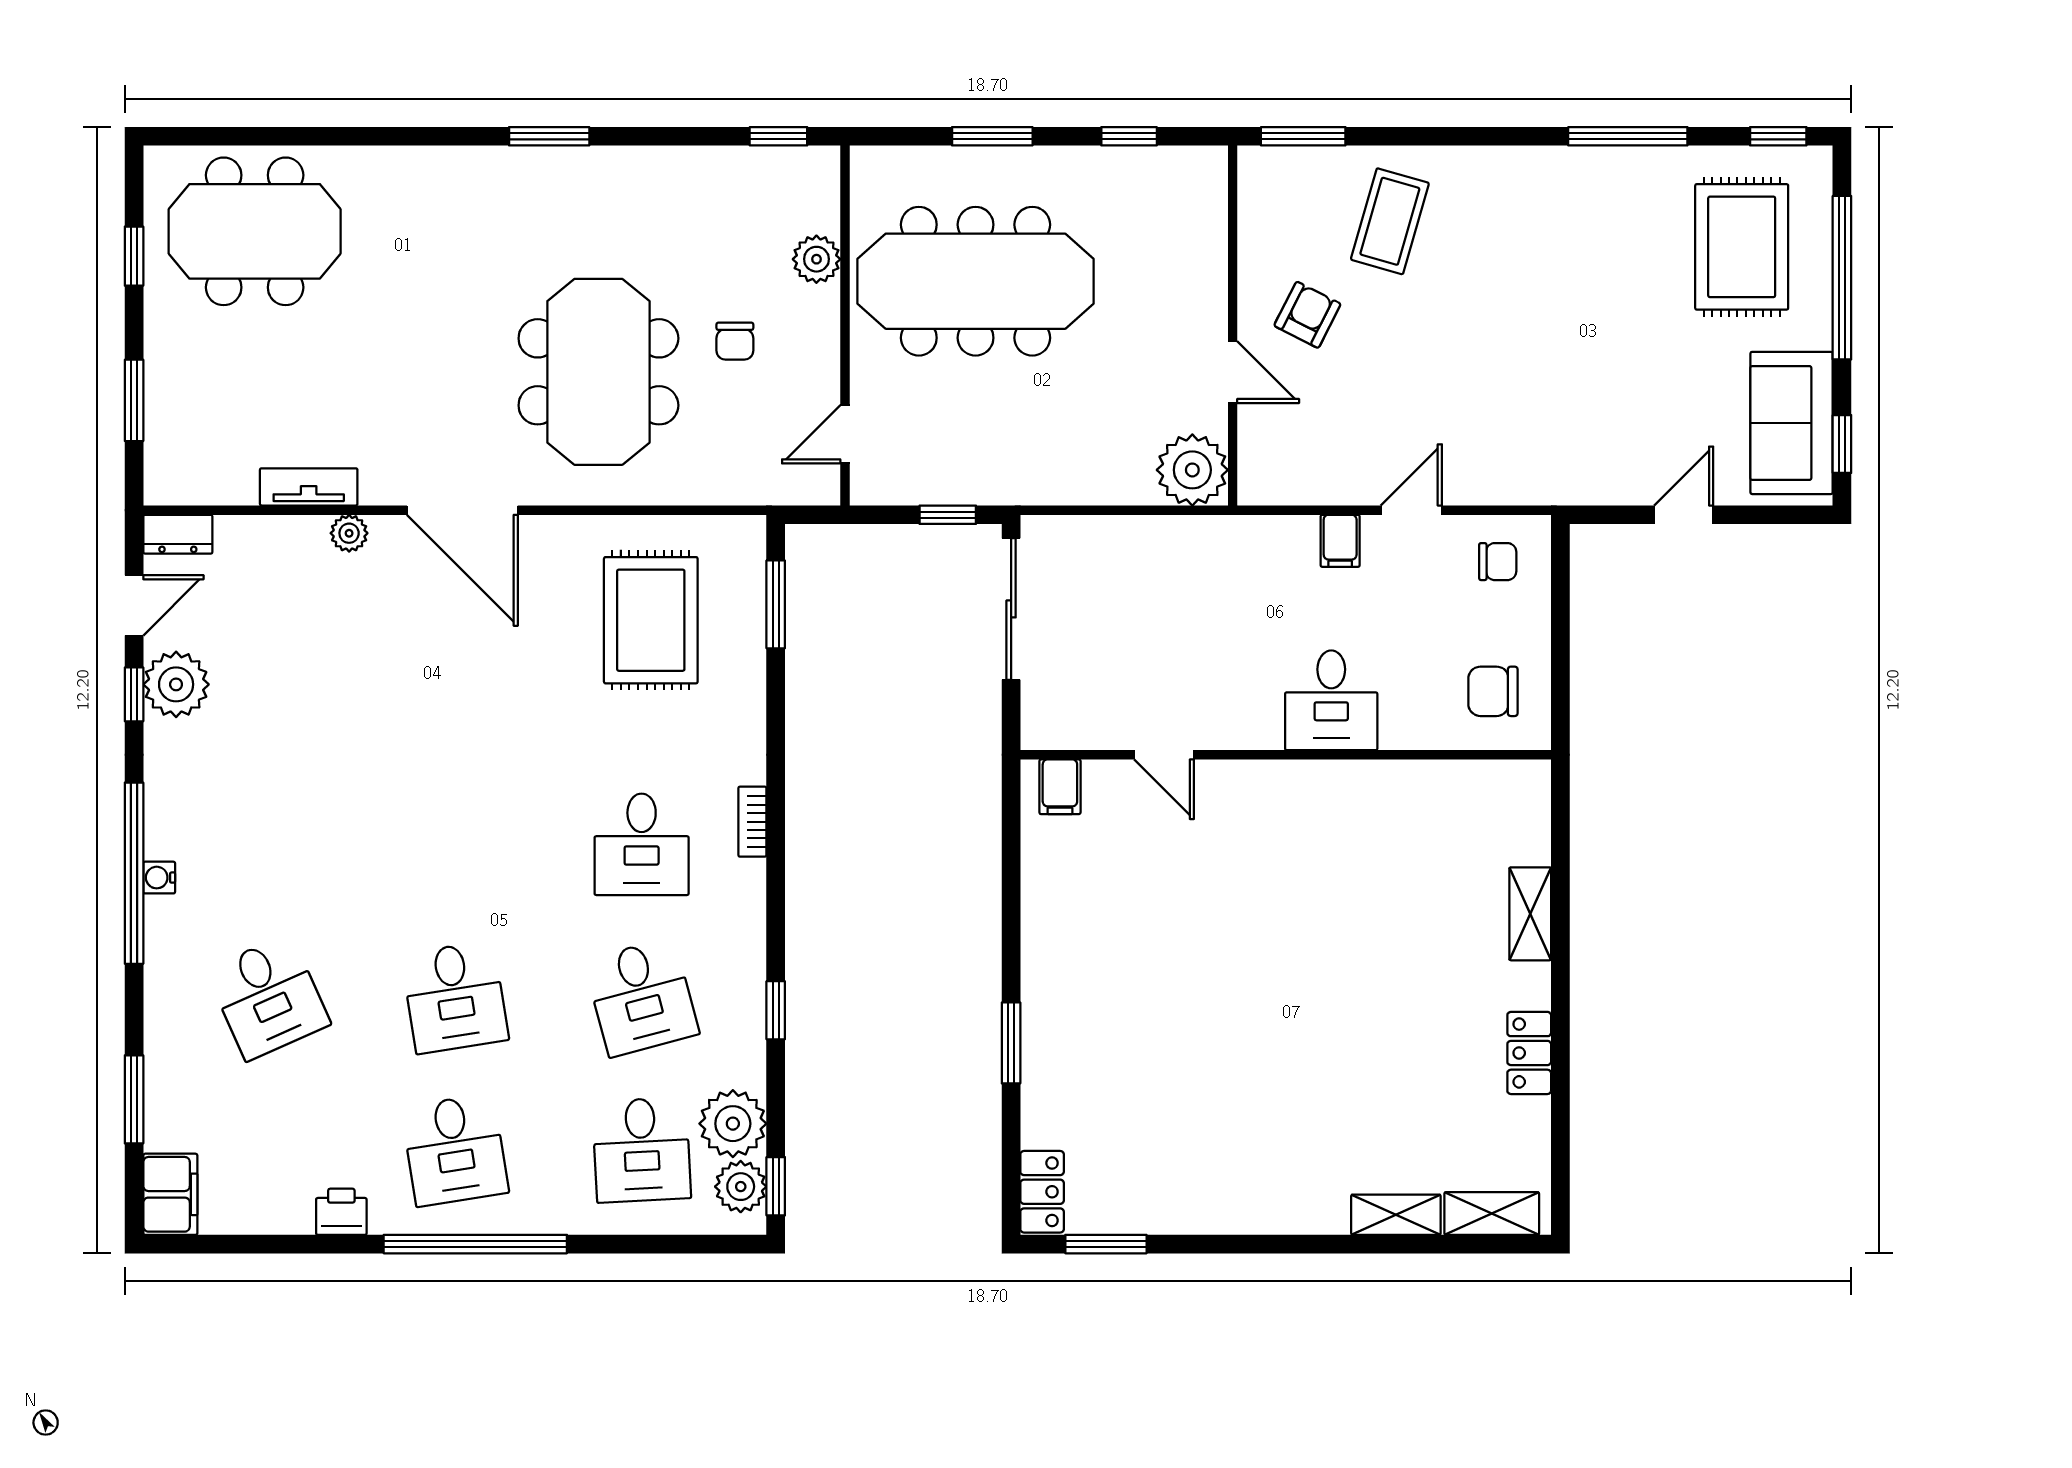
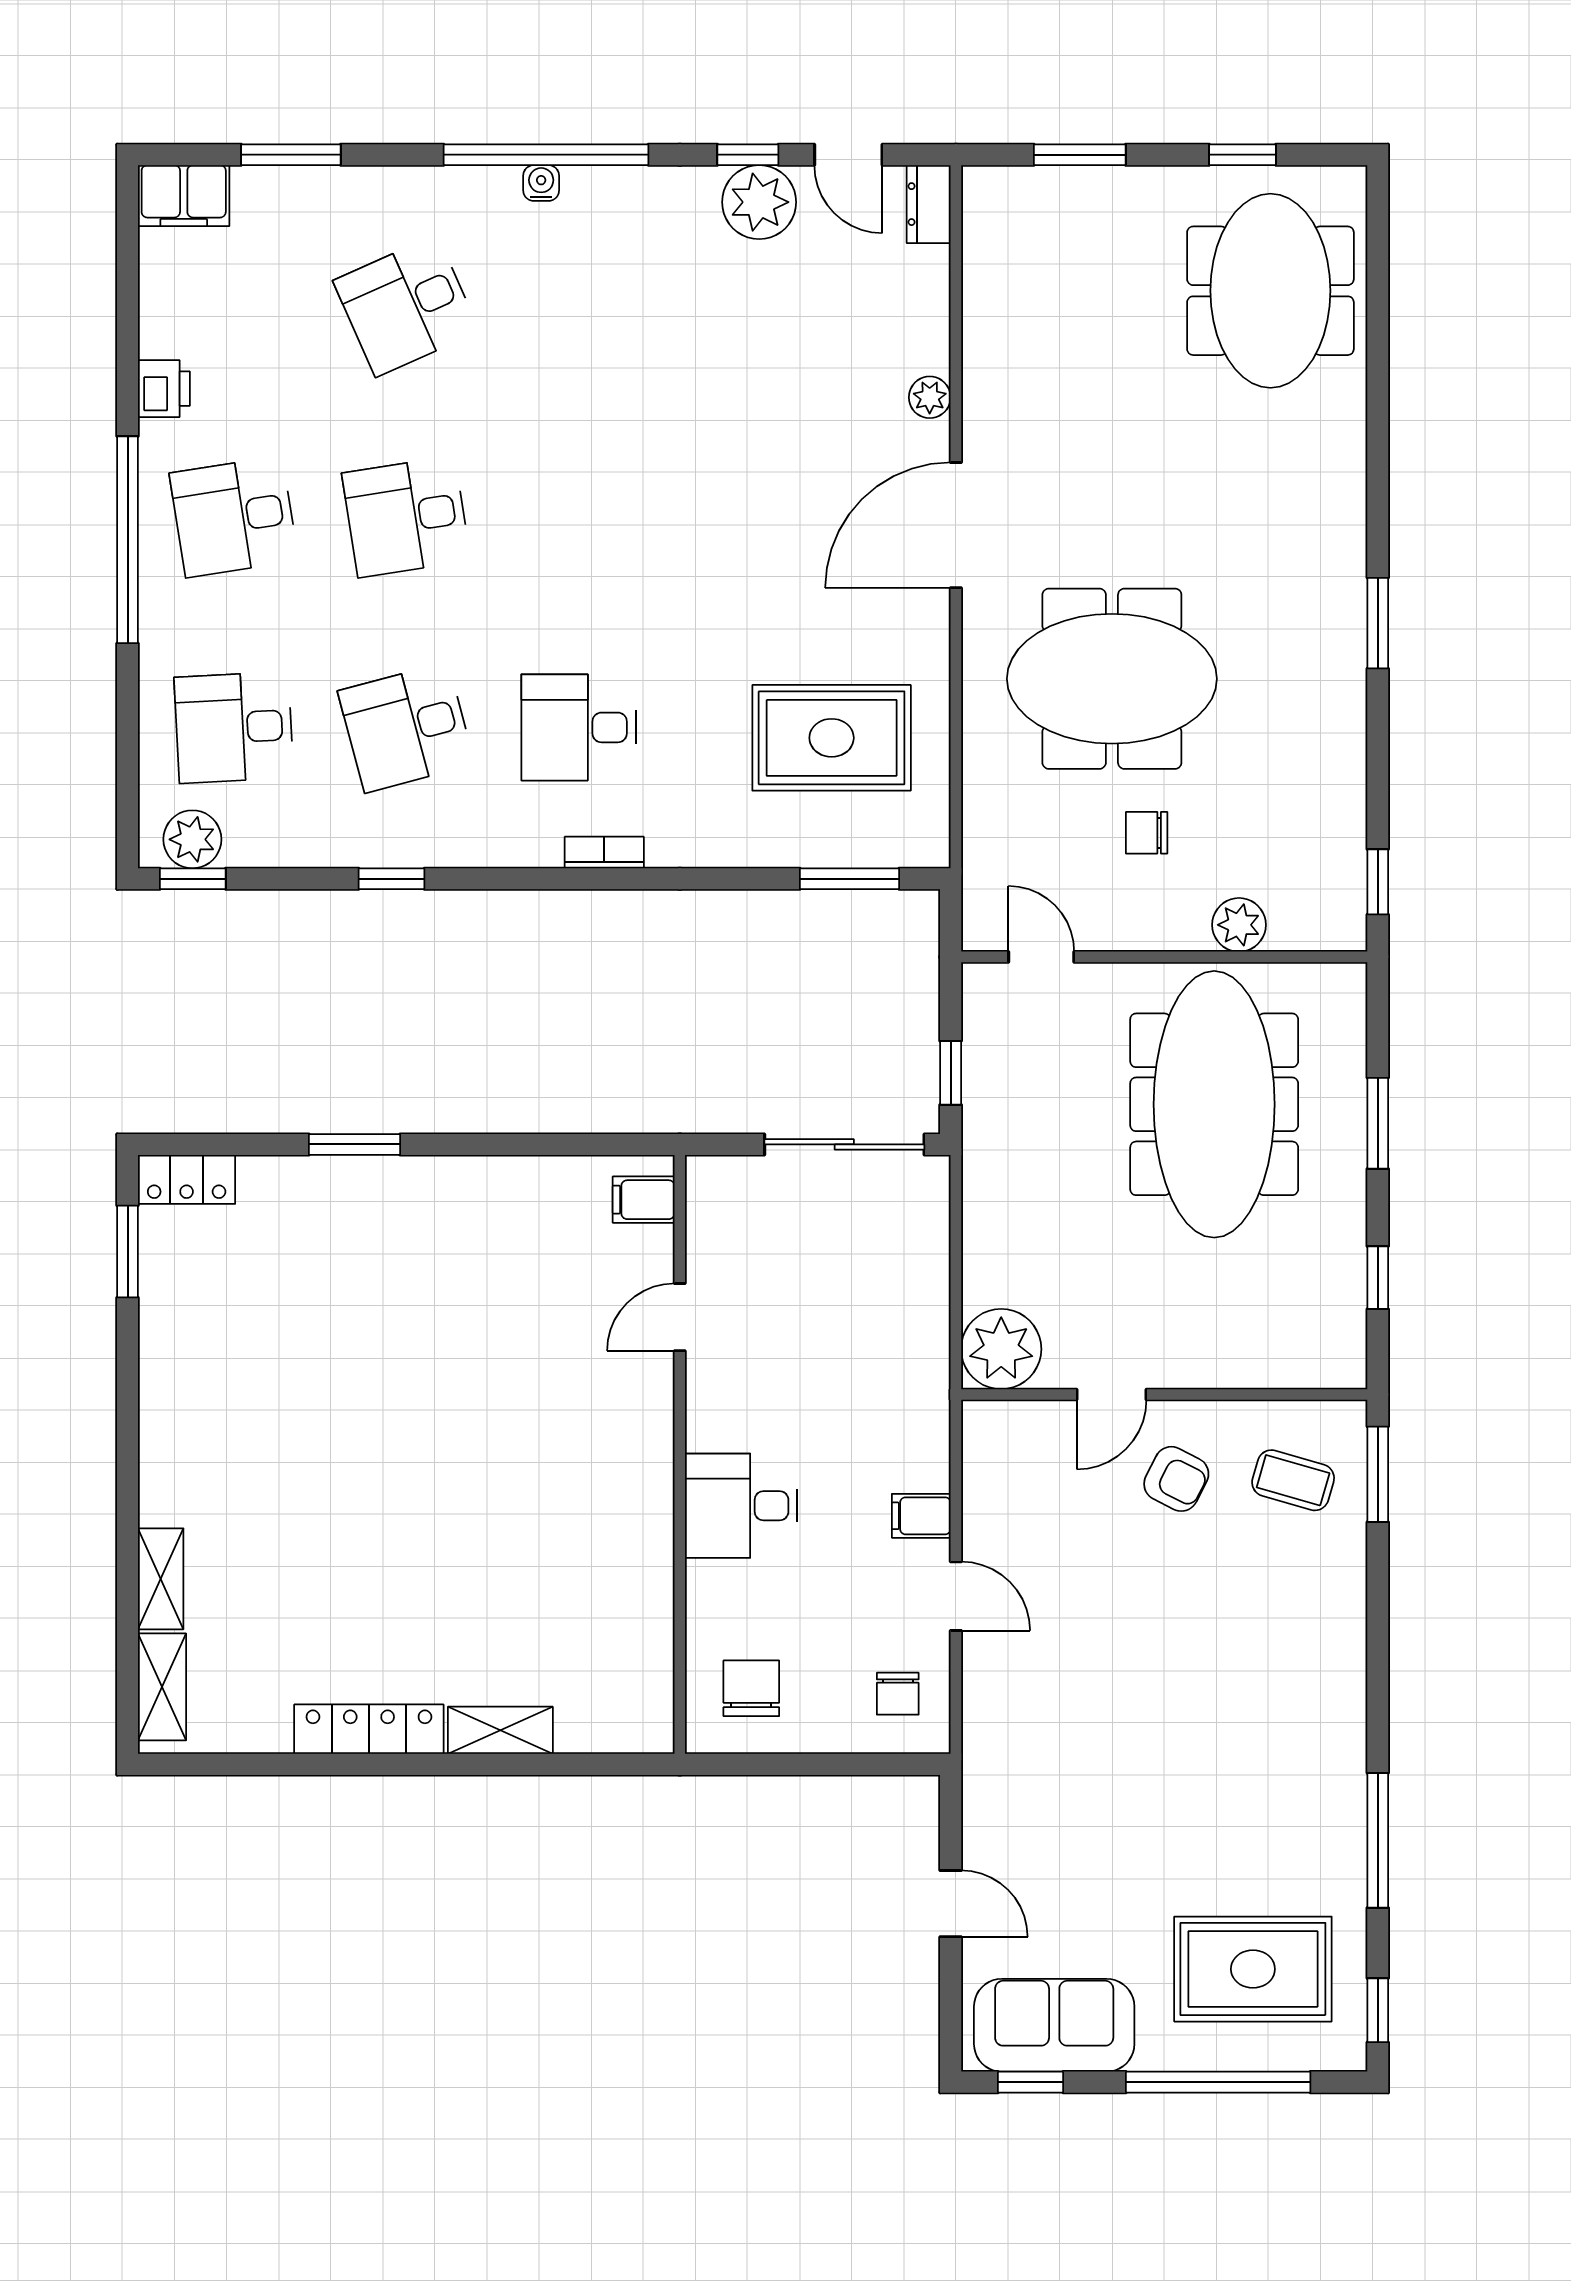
coffee table: (1390, 221) -> (1293, 1480), moved, width x0.73, depth x0.77
tv unit: (309, 487) -> (982, 352), removed
locker: (1529, 1053) -> (369, 1729), width x1.53
plant: (733, 1124) -> (263, 830), removed

